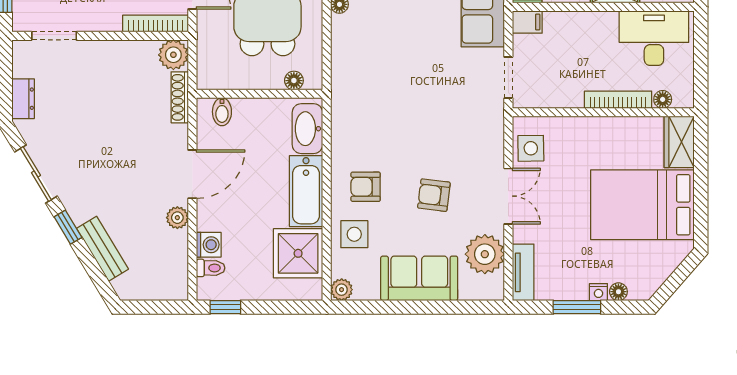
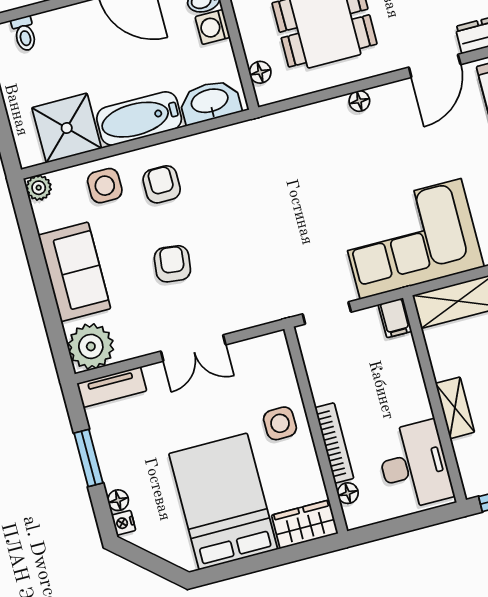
side table: (531, 148) -> (280, 423), moved
washing machine: (209, 245) -> (213, 27), moved, turned 90
plant: (485, 254) -> (91, 346), moved
nightstand: (598, 292) -> (124, 523), moved

